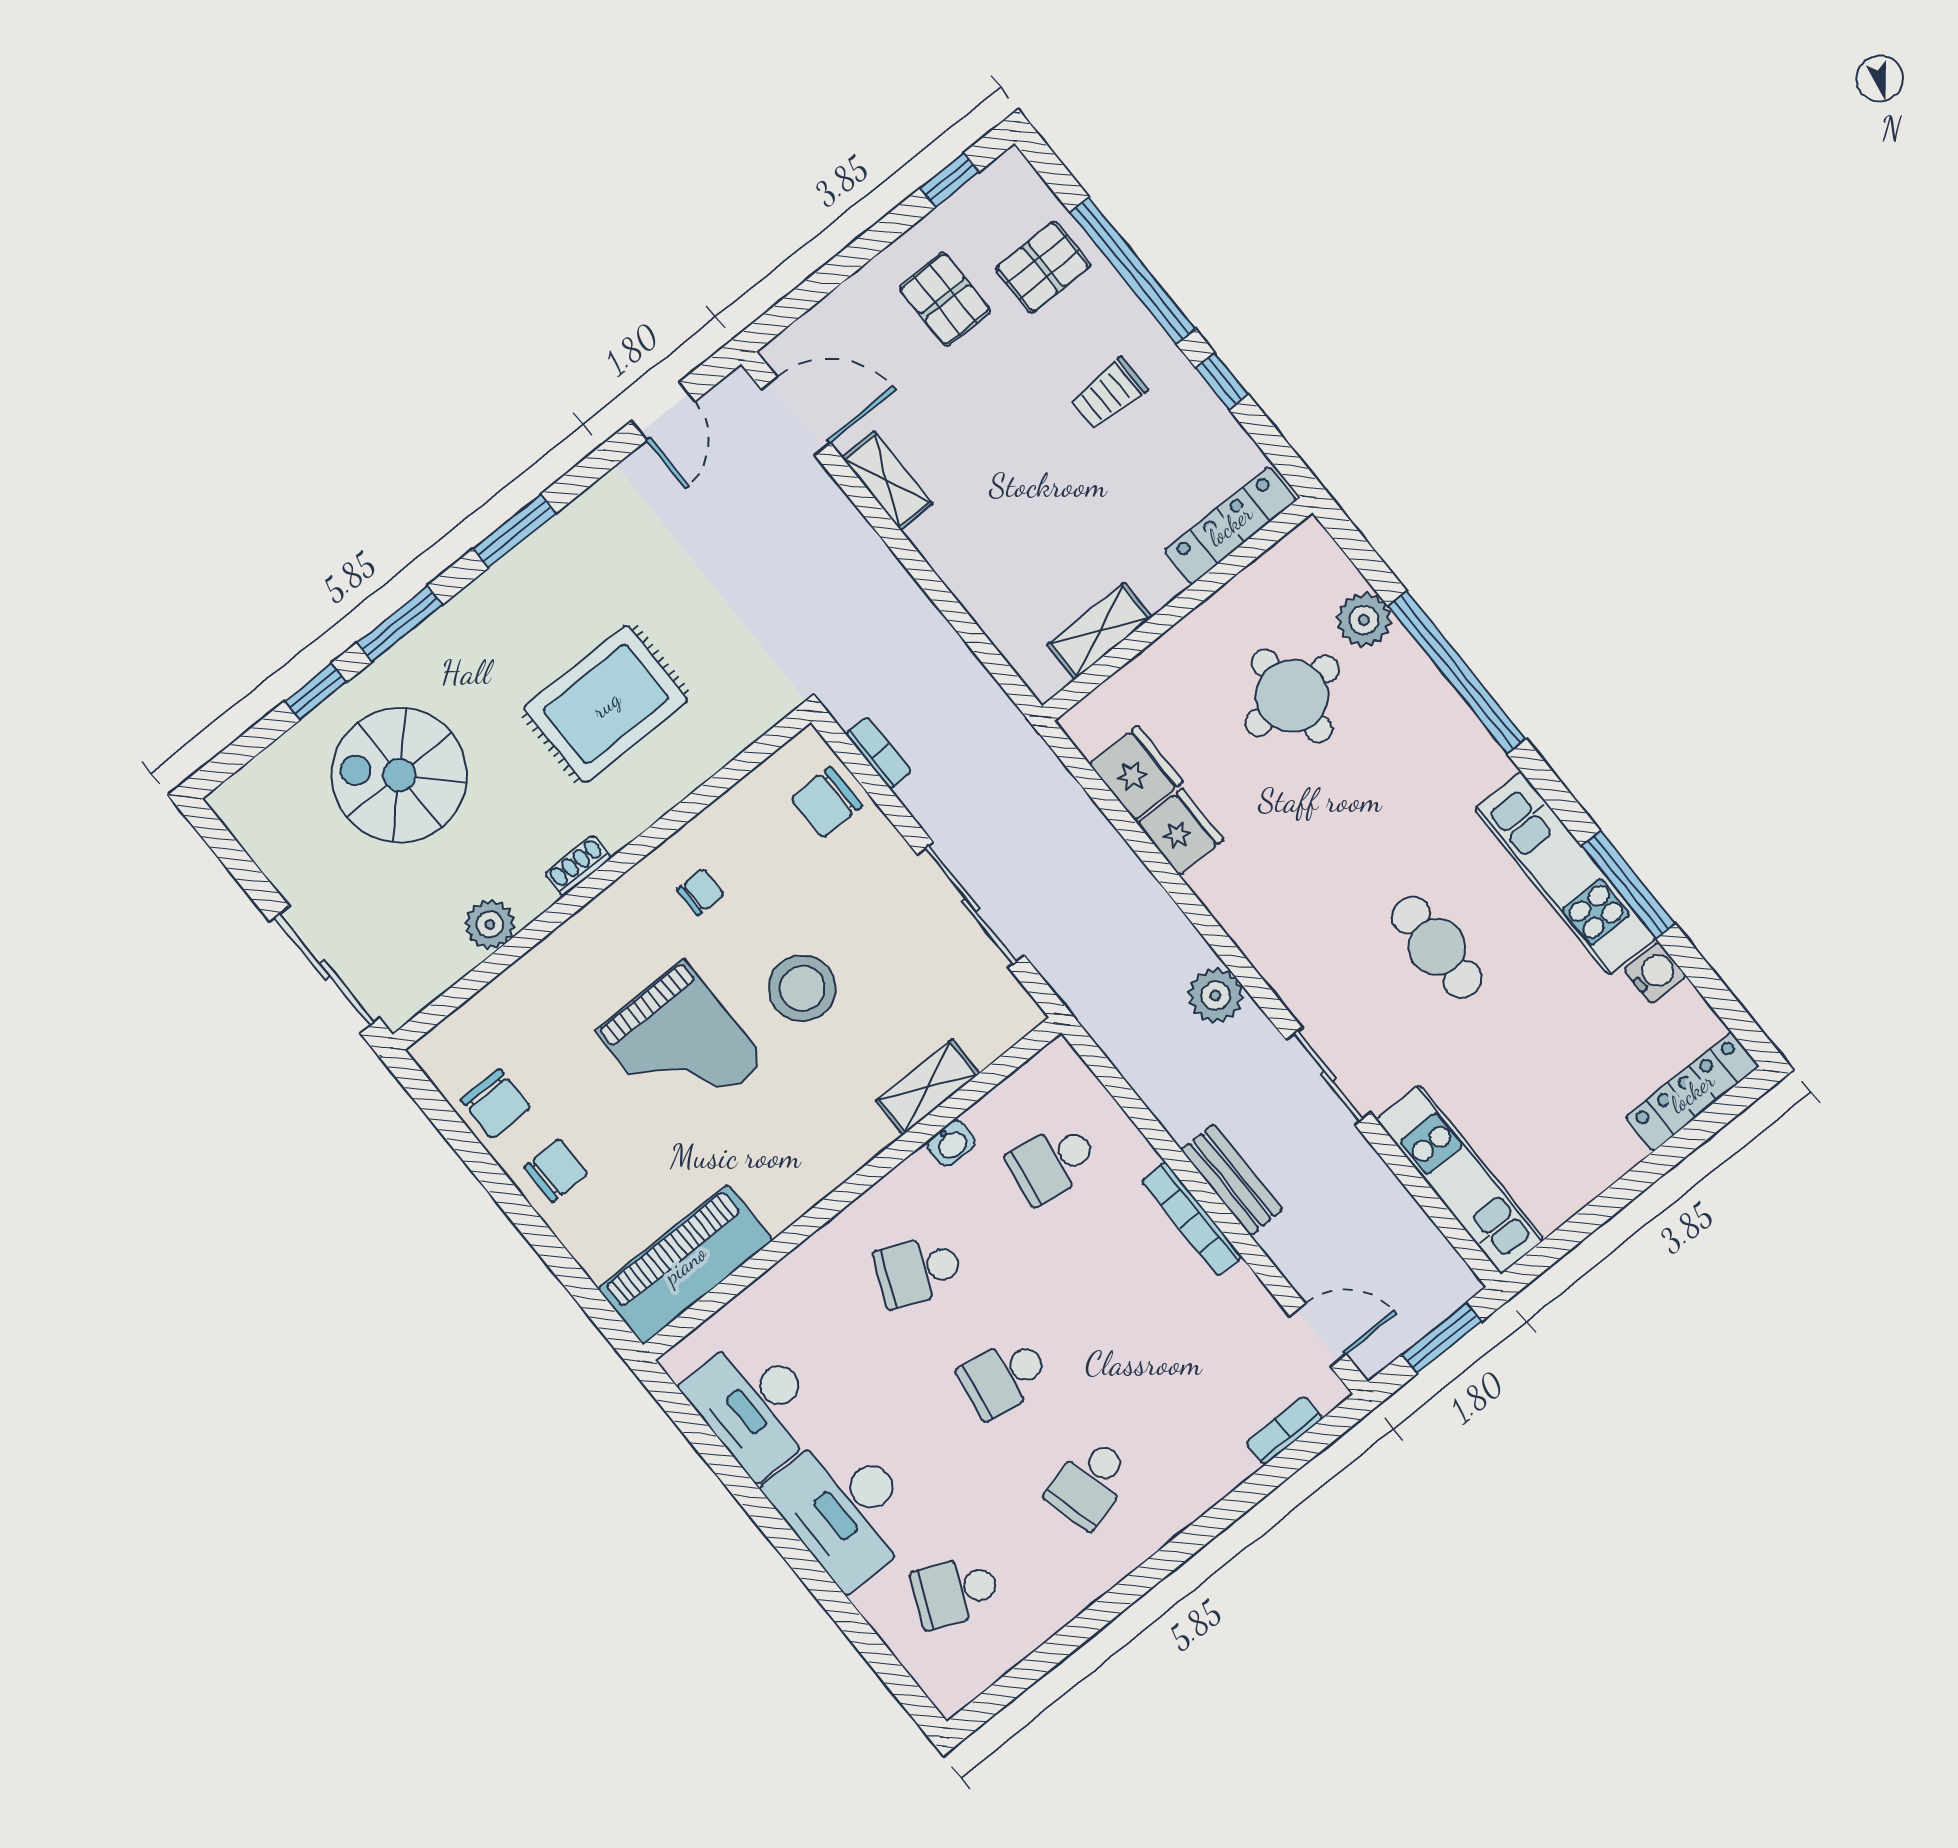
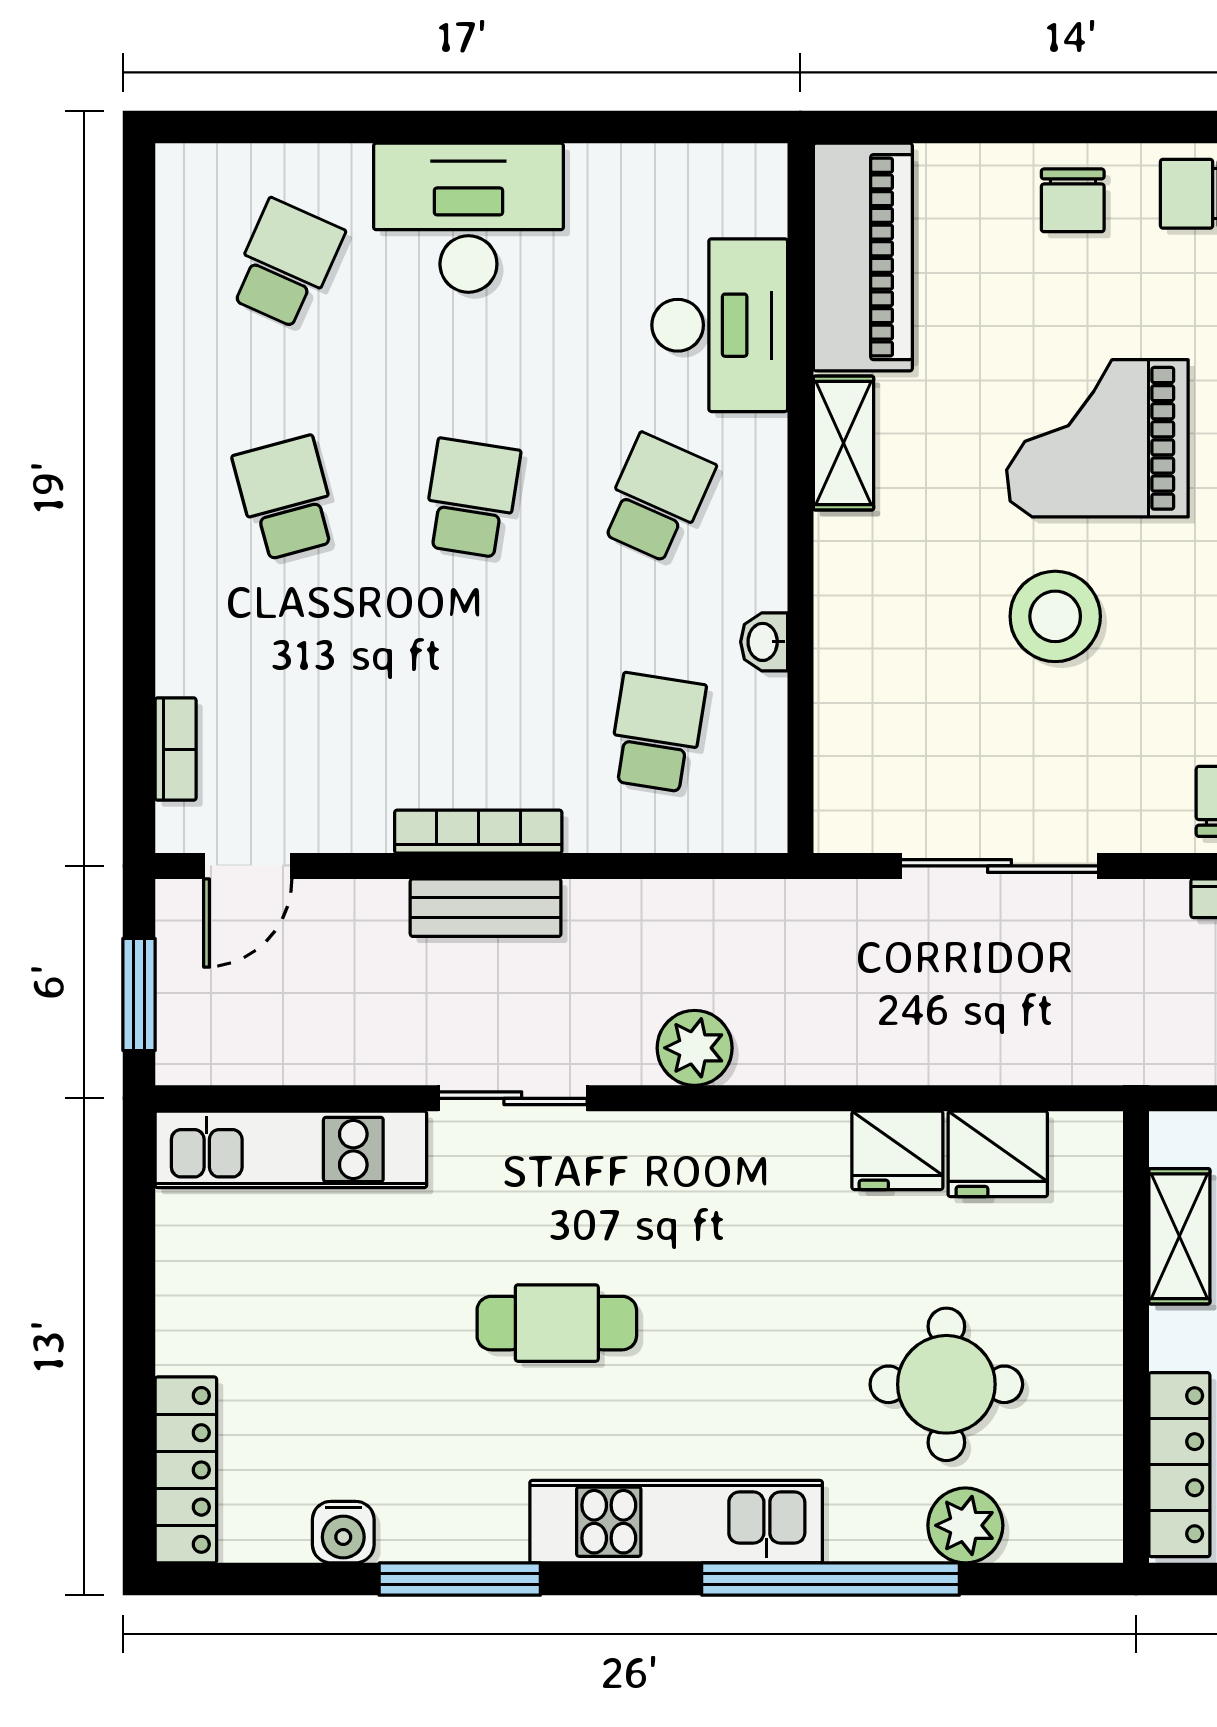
kitchen unit: (1565, 873) -> (676, 1522), moved
shelving: (928, 1087) -> (843, 443), moved
desk: (755, 1405) -> (720, 325), moved, turned 90

